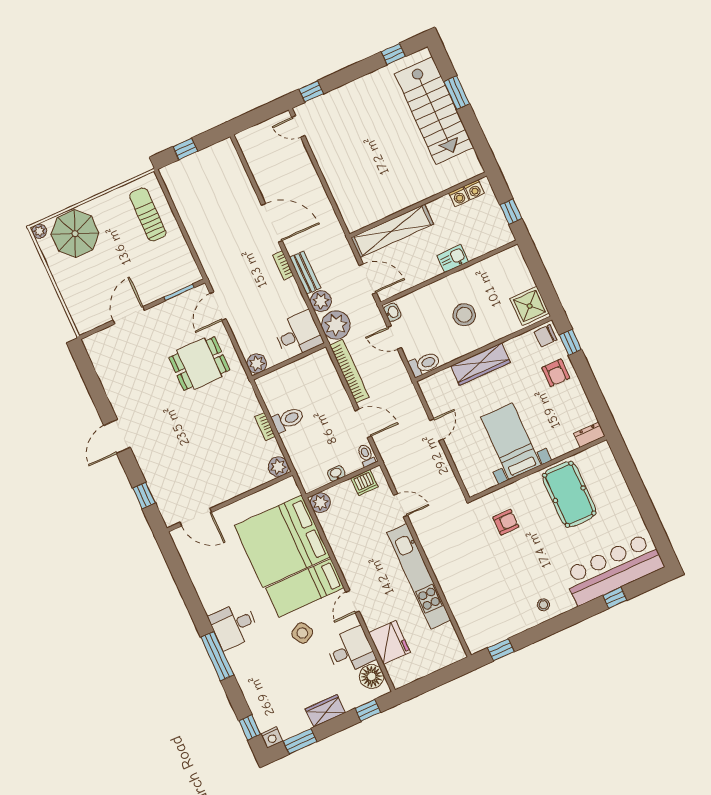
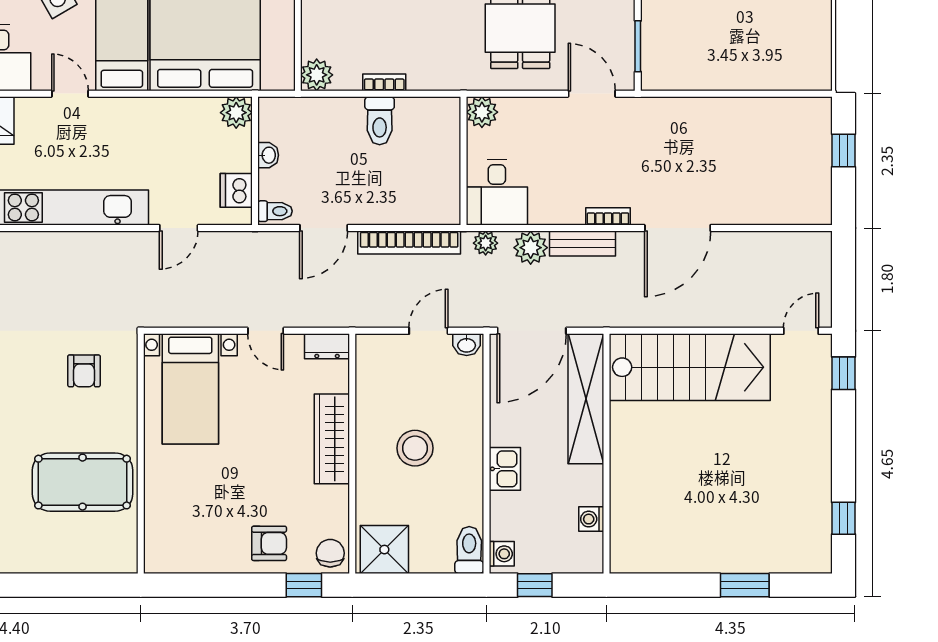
stairs: (434, 111) -> (690, 367), moved, turned 180
washing machine: (474, 190) -> (502, 554), moved, turned 180
sun lounger: (148, 215) -> (772, 52), removed
door: (368, 279) -> (532, 331), width x1.36
plant: (336, 325) -> (486, 243), width x0.53, depth x0.53
toilet: (425, 364) -> (469, 550), moved, turned 180
armchair: (556, 373) -> (269, 543), turned 180
dresser: (589, 435) -> (327, 346), moved, turned 90
bed with nightstands: (511, 441) -> (190, 389), moved, turned 90

